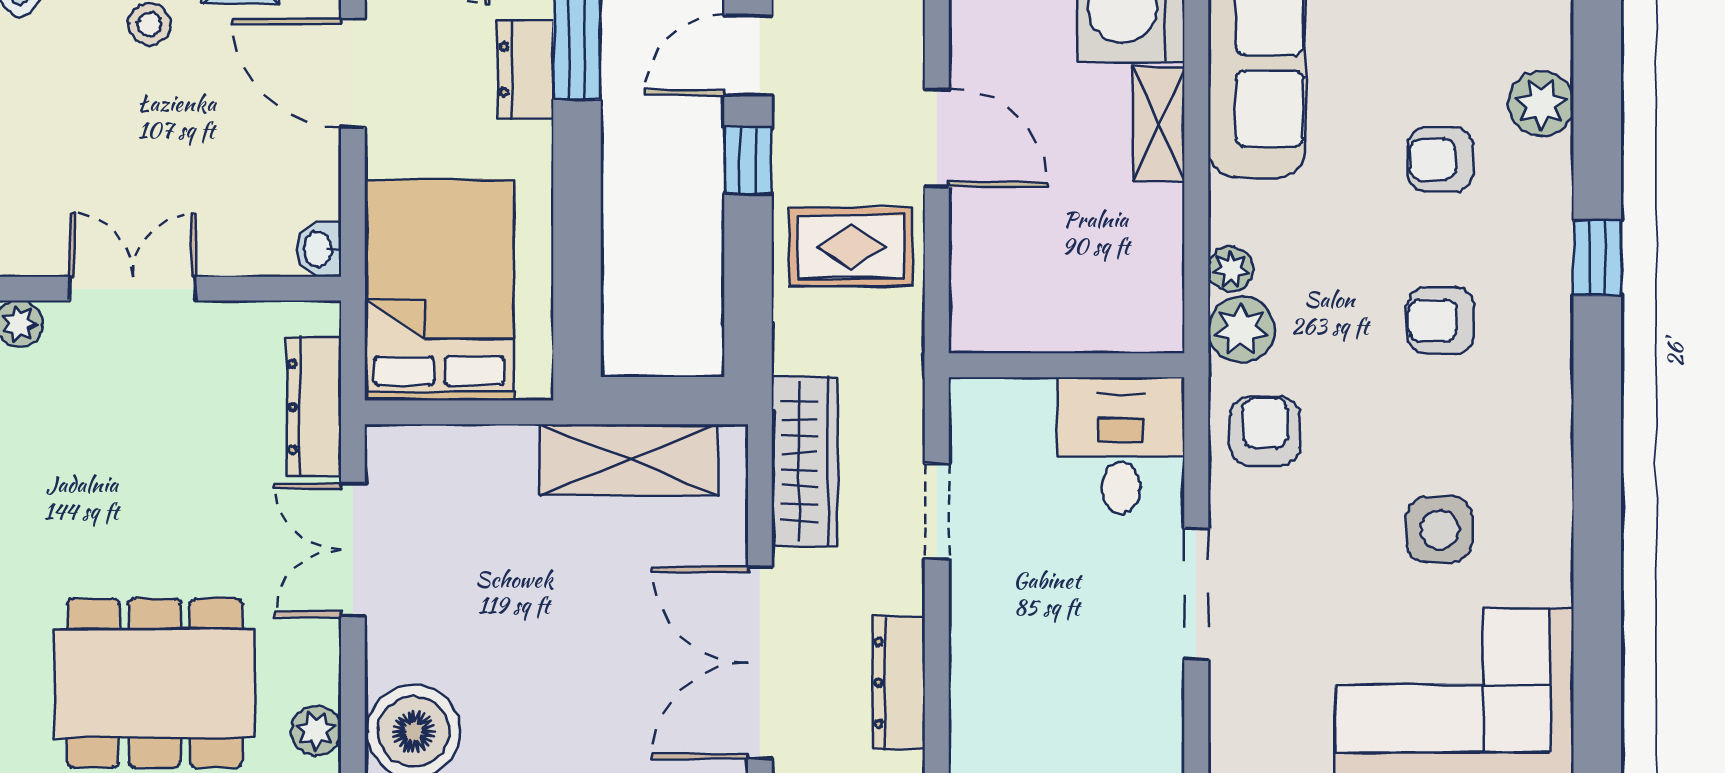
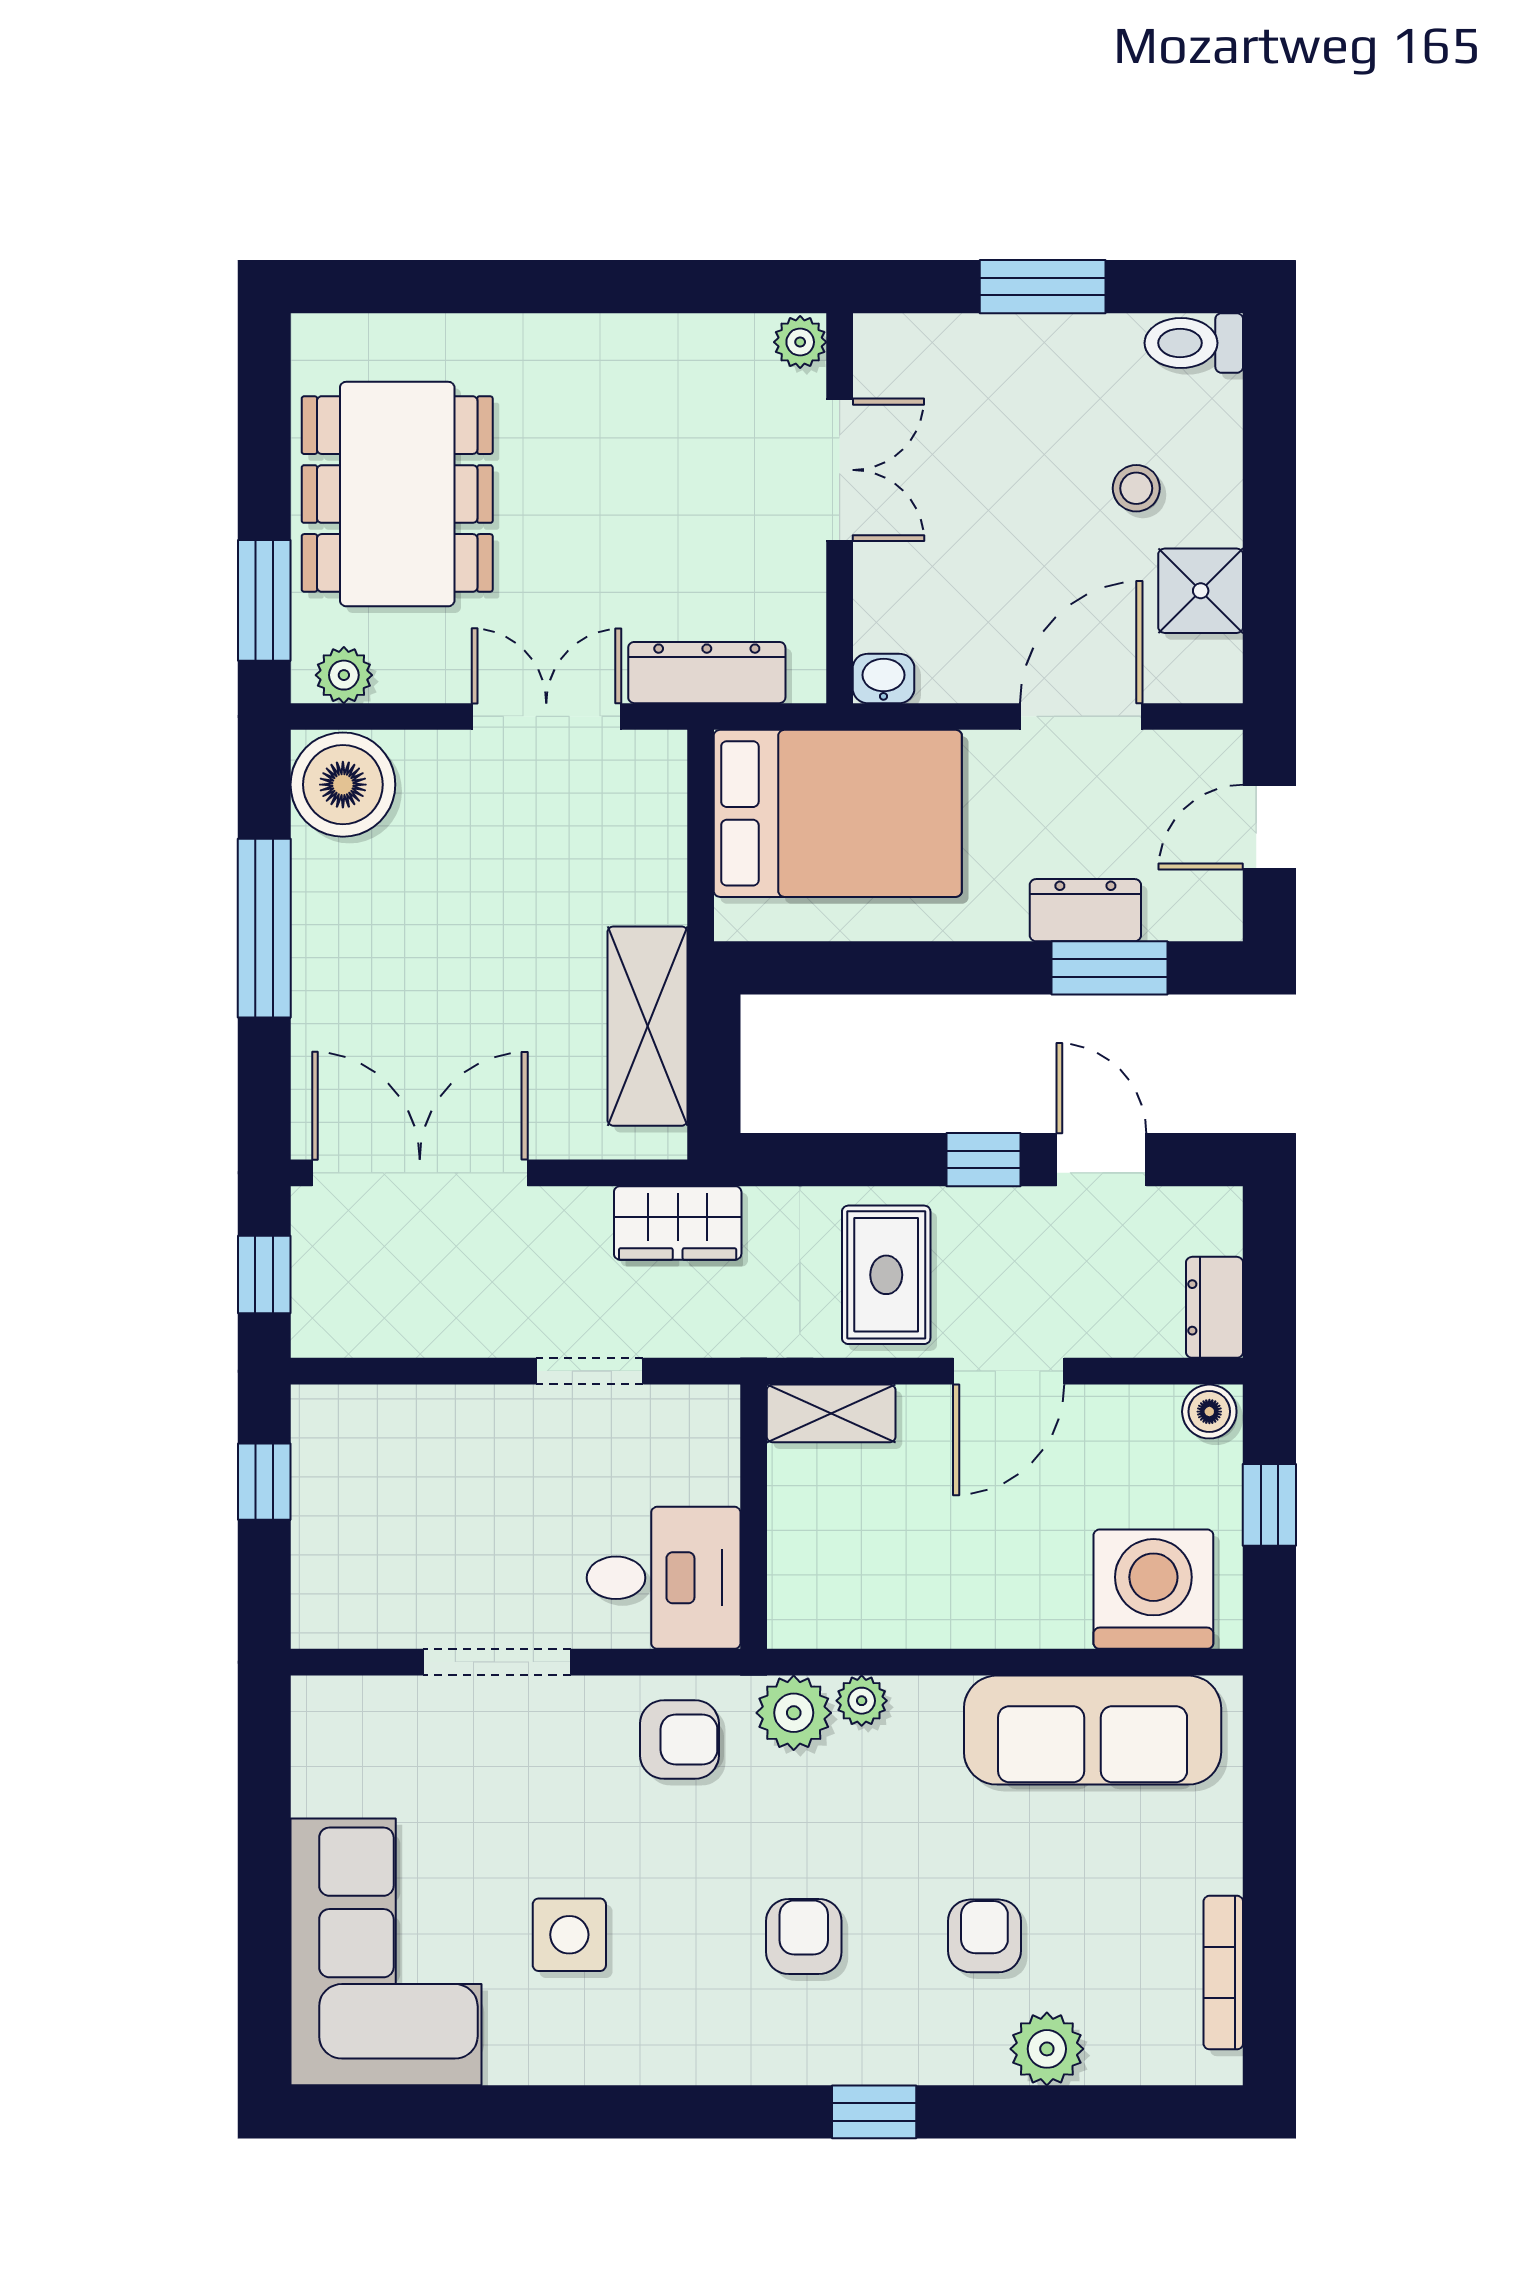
shelving: (1159, 124) -> (831, 1413), moved
wardrobe: (805, 461) -> (678, 1223), width x0.67
dresser: (899, 683) -> (397, 1329), removed

